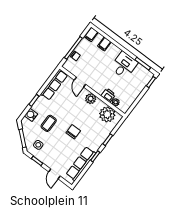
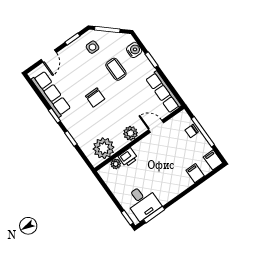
desk: (124, 65) -> (143, 202), moved
door: (54, 174) -> (49, 56), swing flipped

